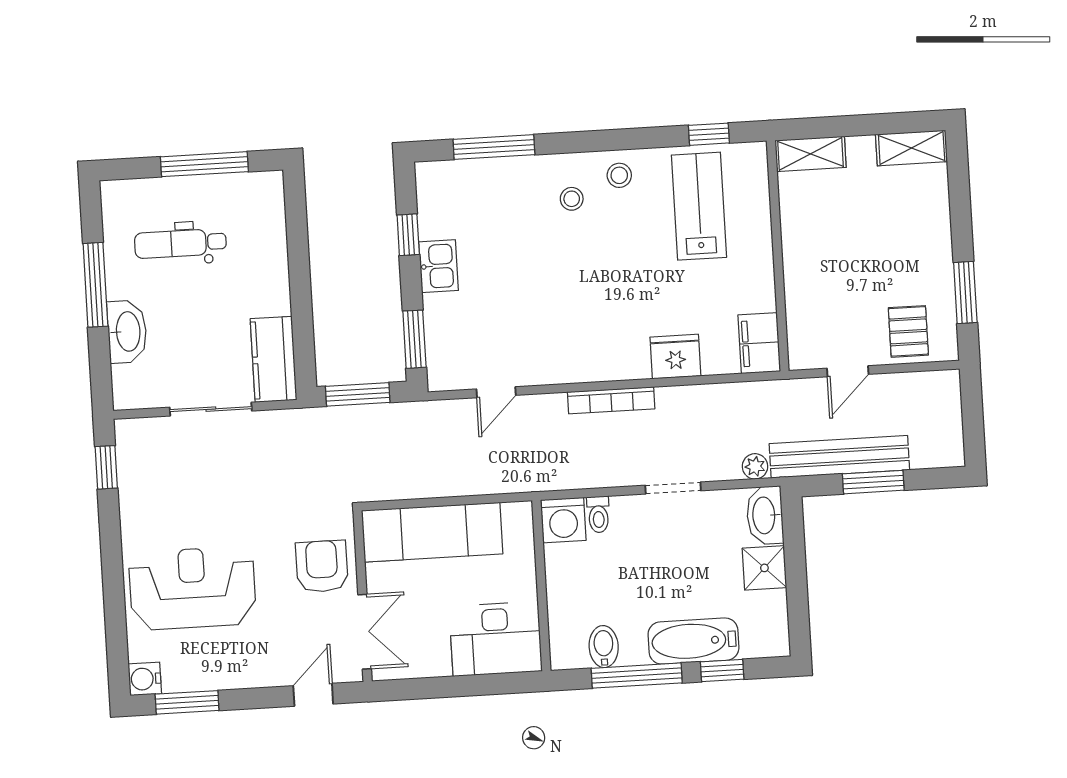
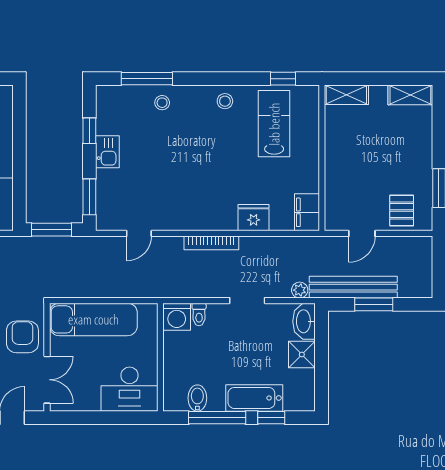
stool: (572, 199) -> (162, 103), moved

